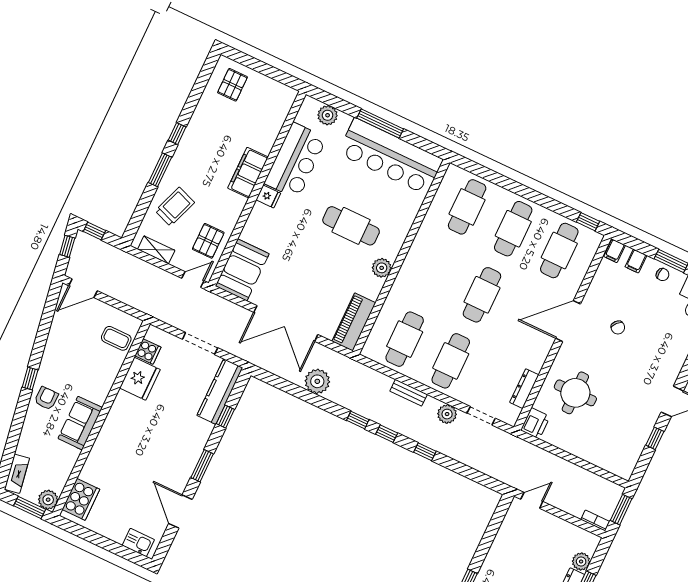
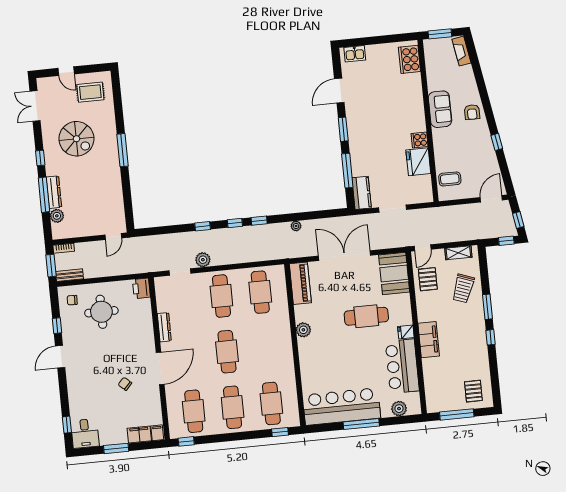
window: (267, 70) -> (457, 414), added
window: (477, 169) -> (280, 432), added
cafe table: (351, 226) -> (366, 316), moved
filing cabinet: (636, 261) -> (139, 434), width x2.00
chair: (663, 275) -> (72, 300), moved
cooker: (148, 351) -> (420, 140), moved
window: (30, 379) -> (497, 142), moved
plant: (317, 381) -> (296, 226), width x0.53, depth x0.53
dresser: (524, 389) -> (164, 327), moved
kitchen counter: (220, 392) -> (362, 193), width x0.67
bench: (409, 393) -> (69, 275), moved
round table: (575, 393) -> (101, 312), moved
window: (225, 417) -> (347, 171), width x2.17
plant: (48, 500) -> (431, 46), removed
door: (180, 512) -> (339, 91), swing flipped

